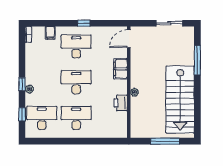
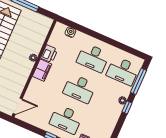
filing cabinet: (120, 69) -> (42, 70), moved
window: (22, 114) -> (139, 81), width x2.17
water cooler: (109, 133) -> (70, 32), added

